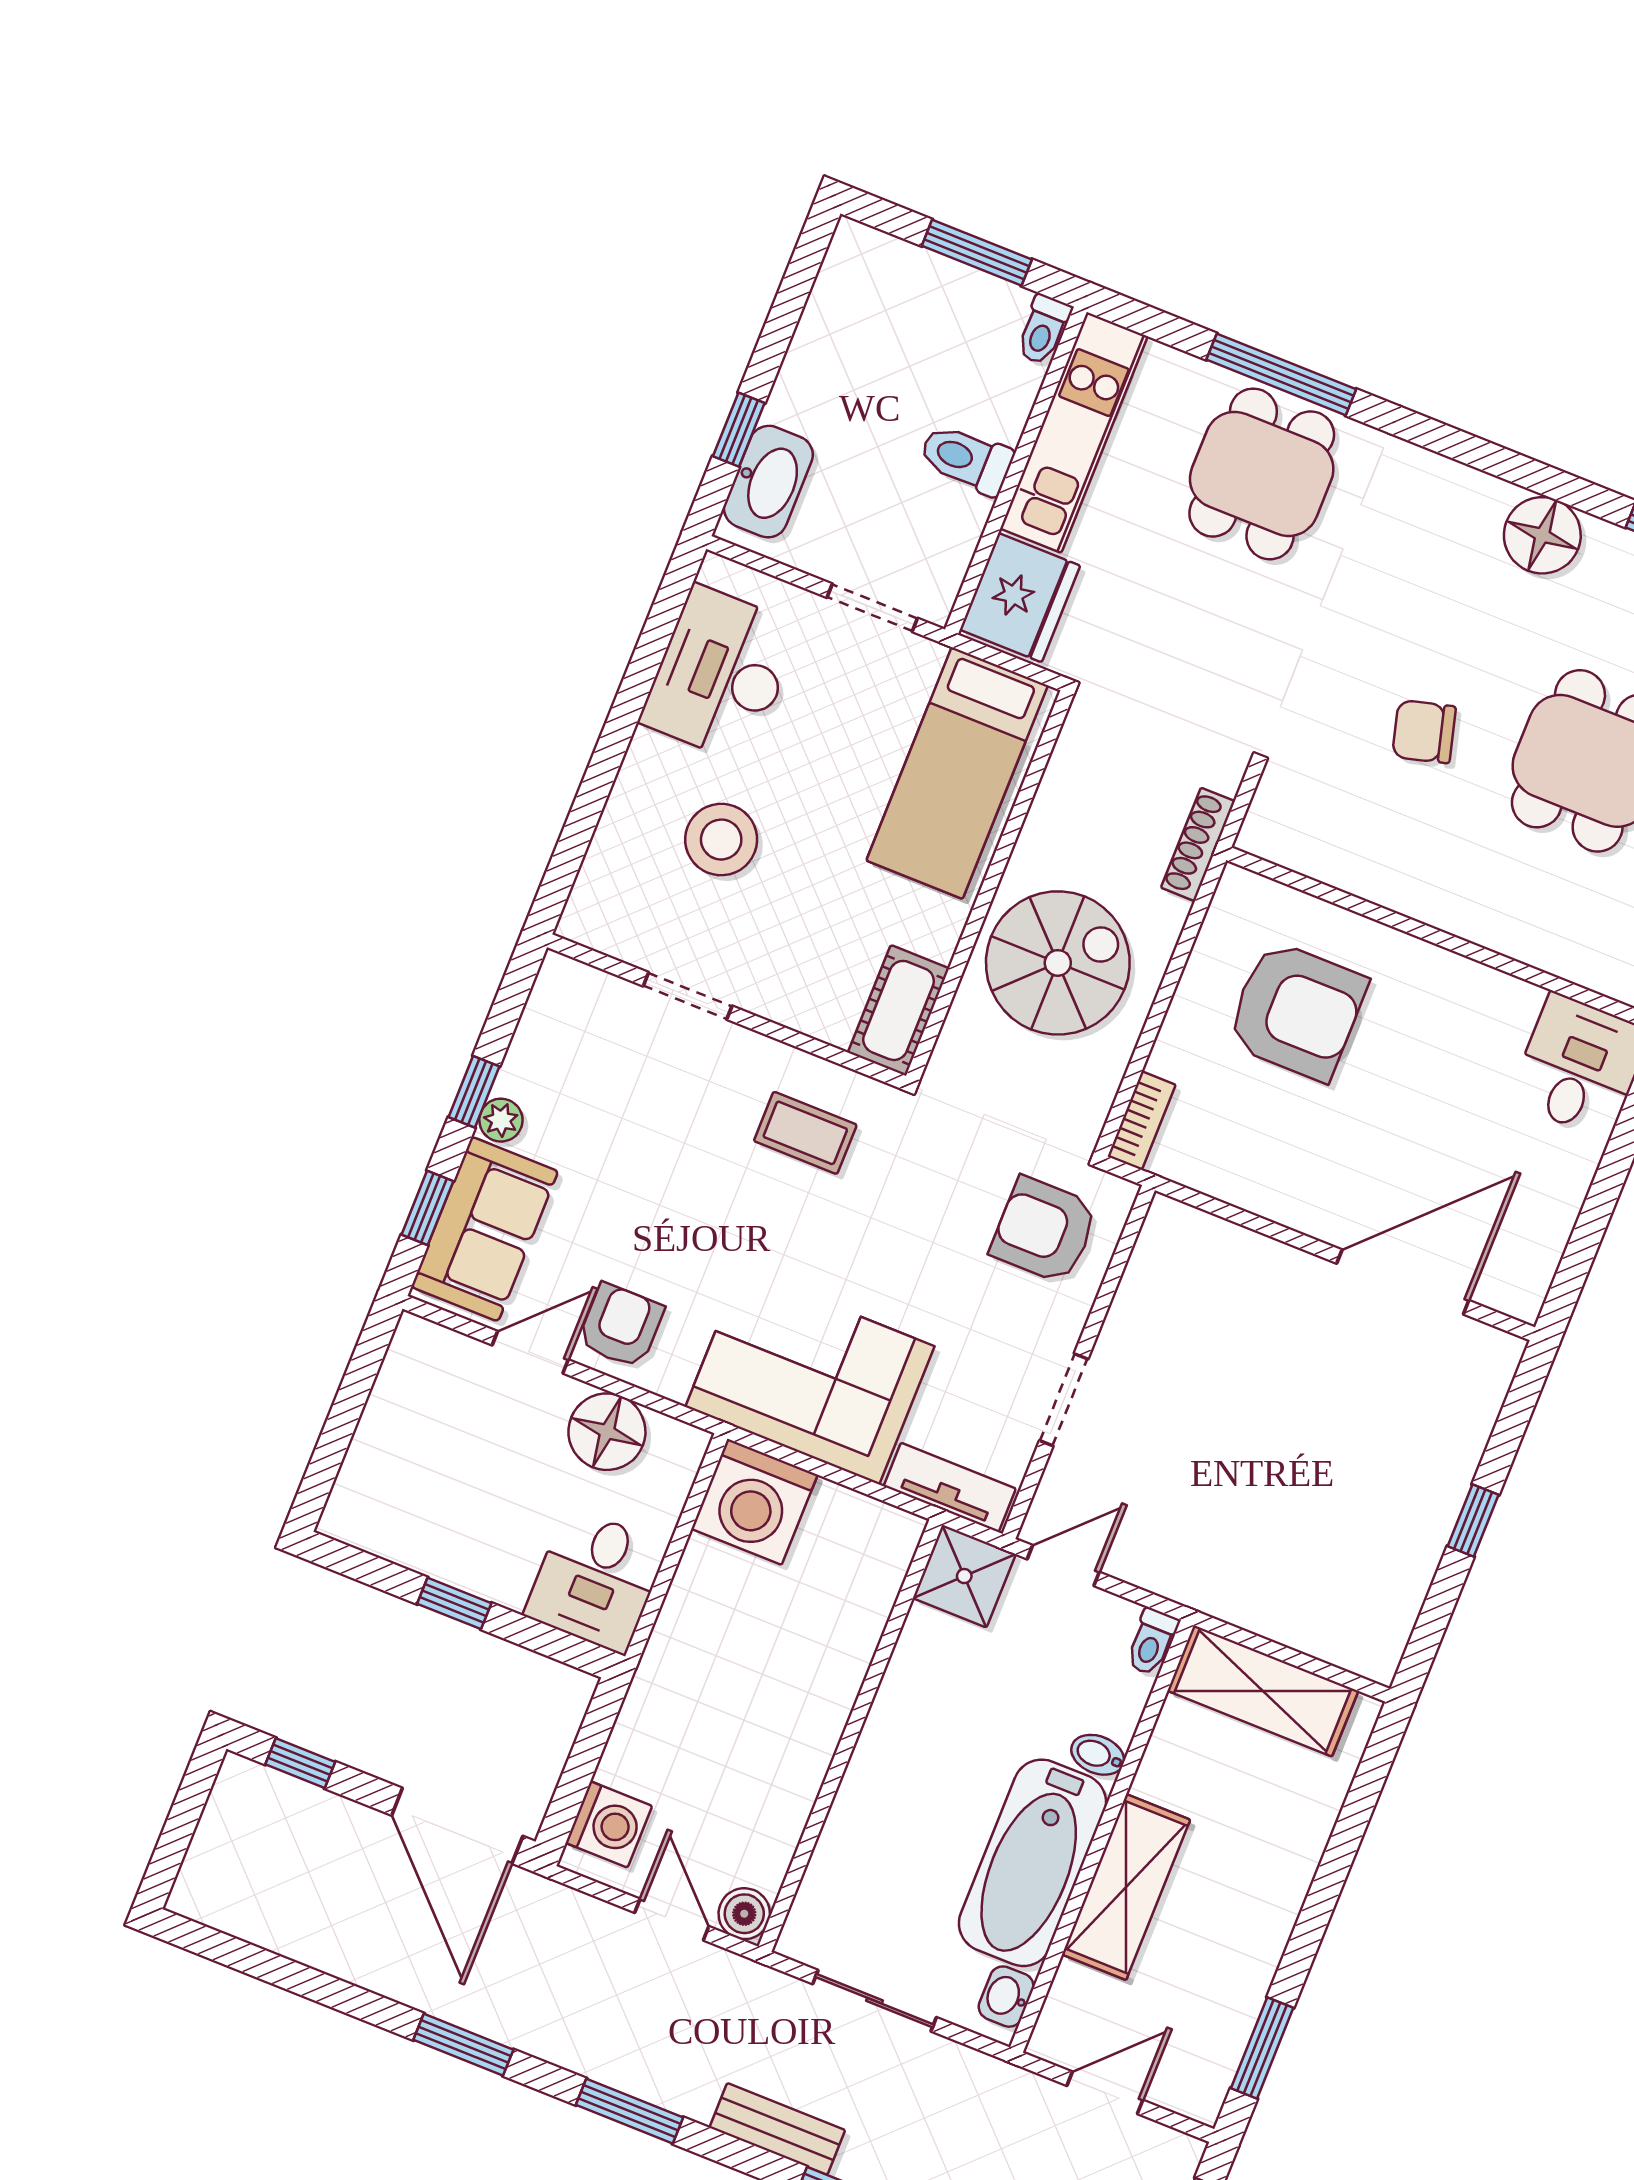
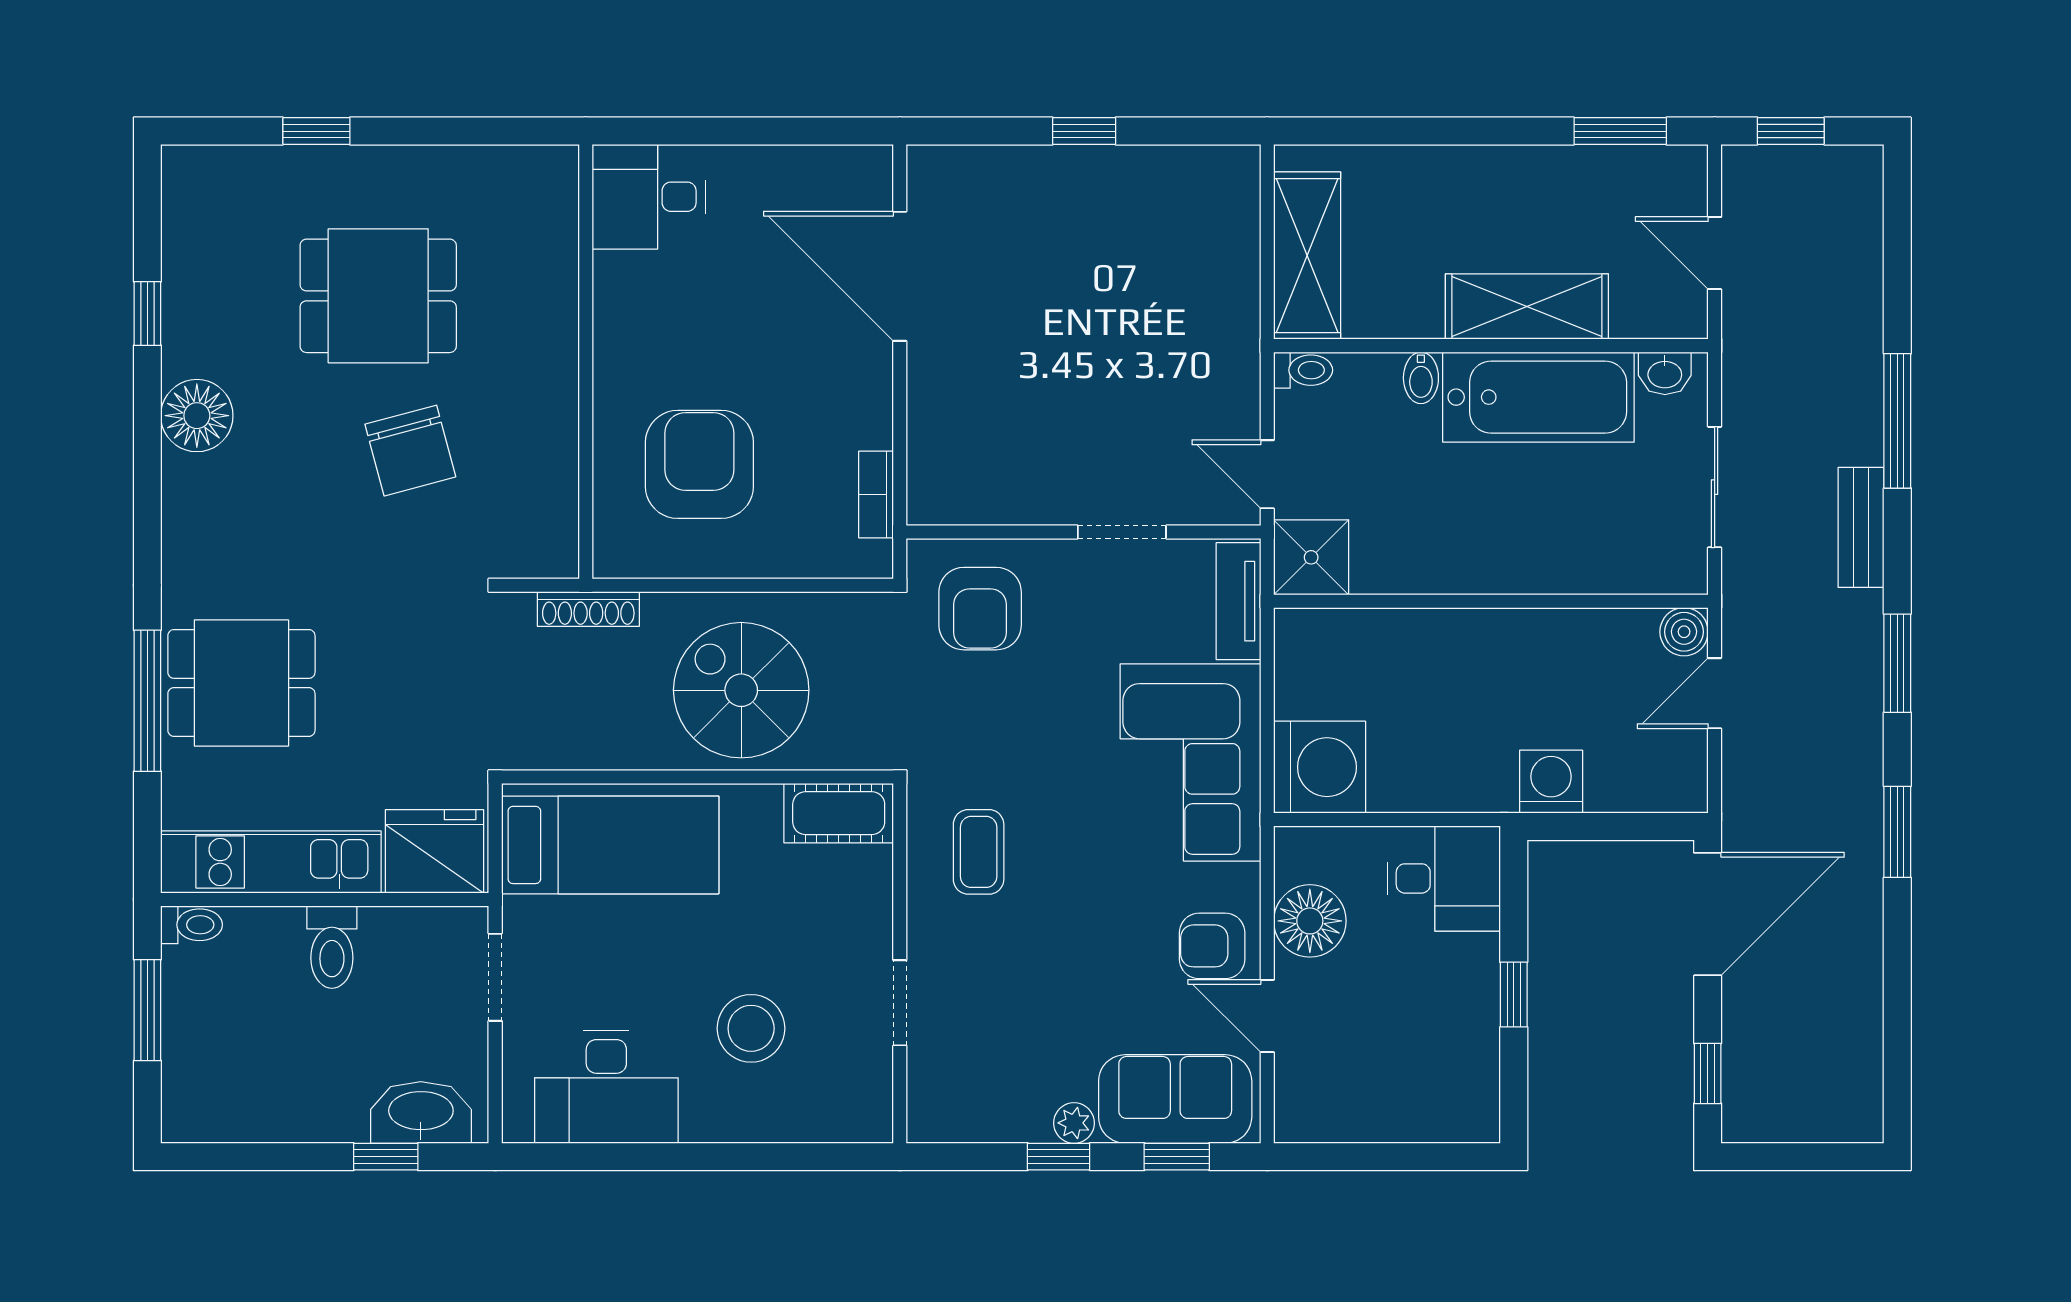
chair: (1424, 732) -> (410, 451), width x1.37, depth x1.37
bookcase: (1142, 1121) -> (876, 495), moved, turned -90
washing machine: (609, 1824) -> (1551, 782), moved

